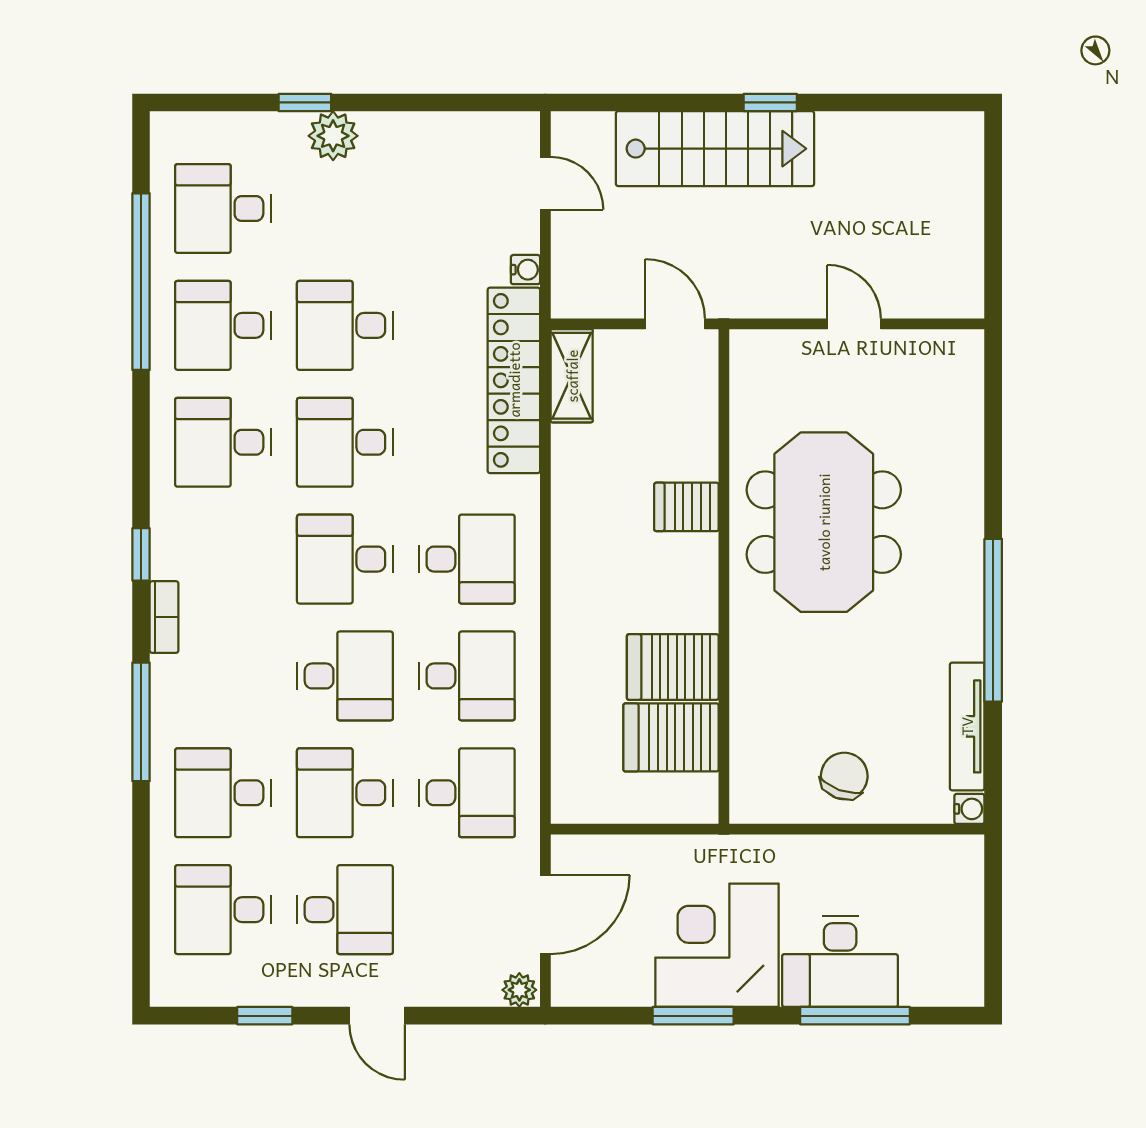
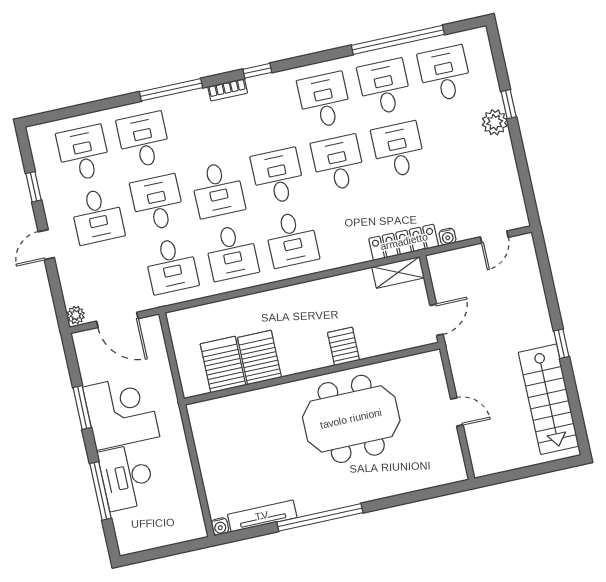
stairs: (715, 149) -> (549, 399), moved
door: (854, 324) -> (457, 412), hinge flipped
locker: (514, 380) -> (404, 242), width x0.71, depth x0.83
chair: (844, 776) -> (223, 458), removed

